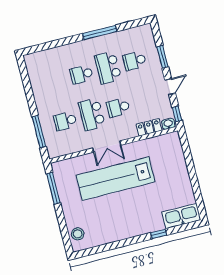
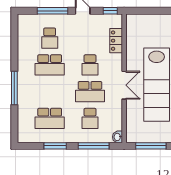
window: (100, 32) -> (14, 88), moved
window: (162, 57) -> (53, 11), width x1.44
school desk: (82, 74) -> (50, 118), moved, width x1.85
window: (29, 94) -> (55, 146), added
washbasin: (168, 124) -> (117, 137), moved

